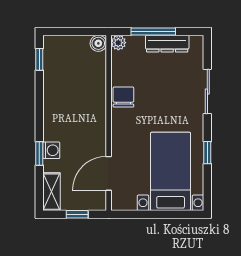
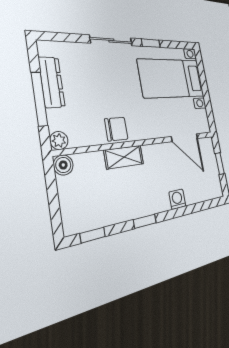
sliding door: (207, 92) -> (111, 40), moved
chair: (123, 97) -> (116, 129), turned 180
window: (39, 154) -> (145, 221), moved
shelving: (52, 192) -> (124, 157), moved

